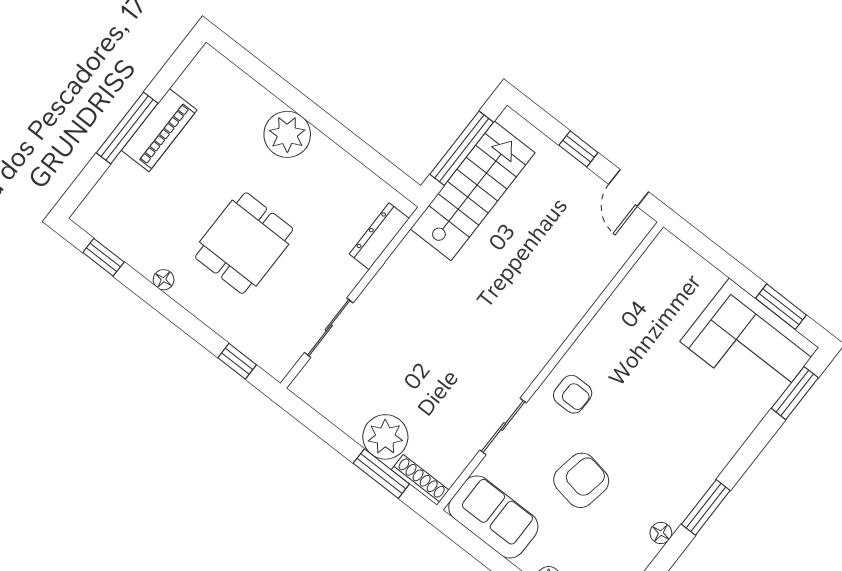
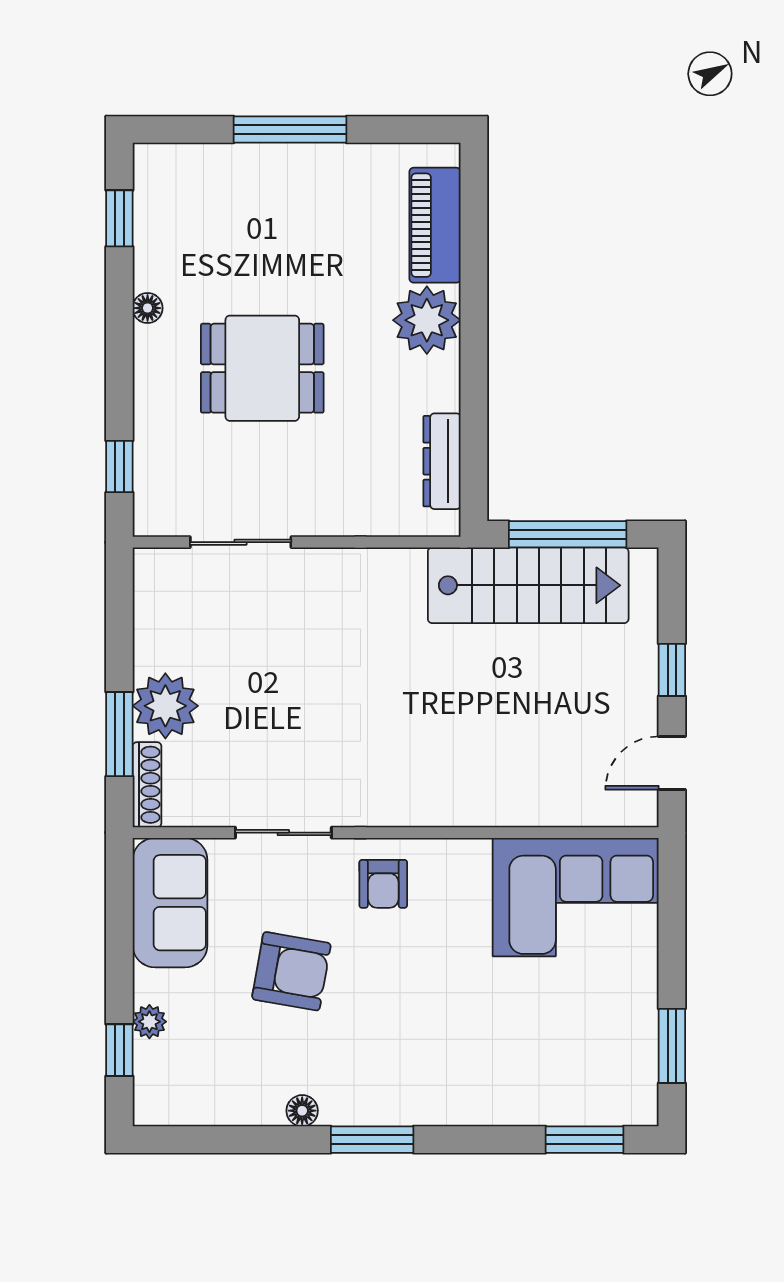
piano: (159, 130) -> (435, 225), moved, turned 90
dresser: (379, 236) -> (442, 461), moved, turned -90
corner sofa: (749, 345) -> (576, 897), moved, turned -90

